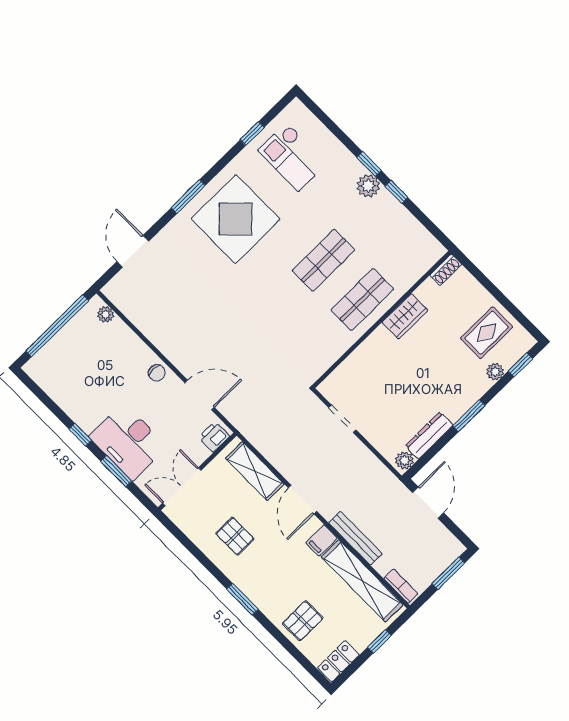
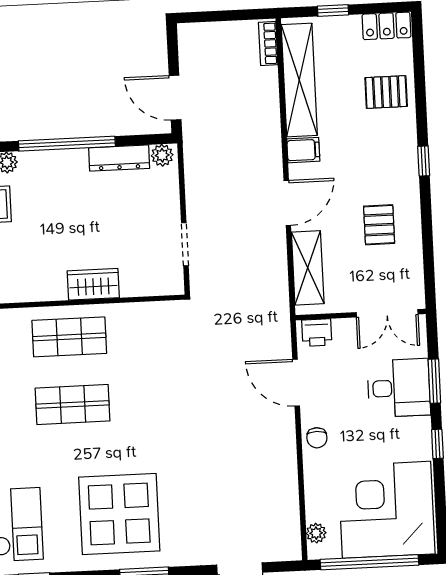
wardrobe: (405, 316) -> (93, 284), moved
corner desk: (75, 367) -> (387, 510), added
chair: (157, 373) -> (317, 438), turned 180
window: (469, 416) -> (67, 144), width x2.11
desk: (128, 442) -> (399, 388), width x0.73
door: (428, 503) -> (175, 98), hinge flipped
bench: (355, 538) -> (271, 124), removed
window: (448, 573) -> (214, 16), removed
window: (242, 599) -> (424, 161), width x0.67

